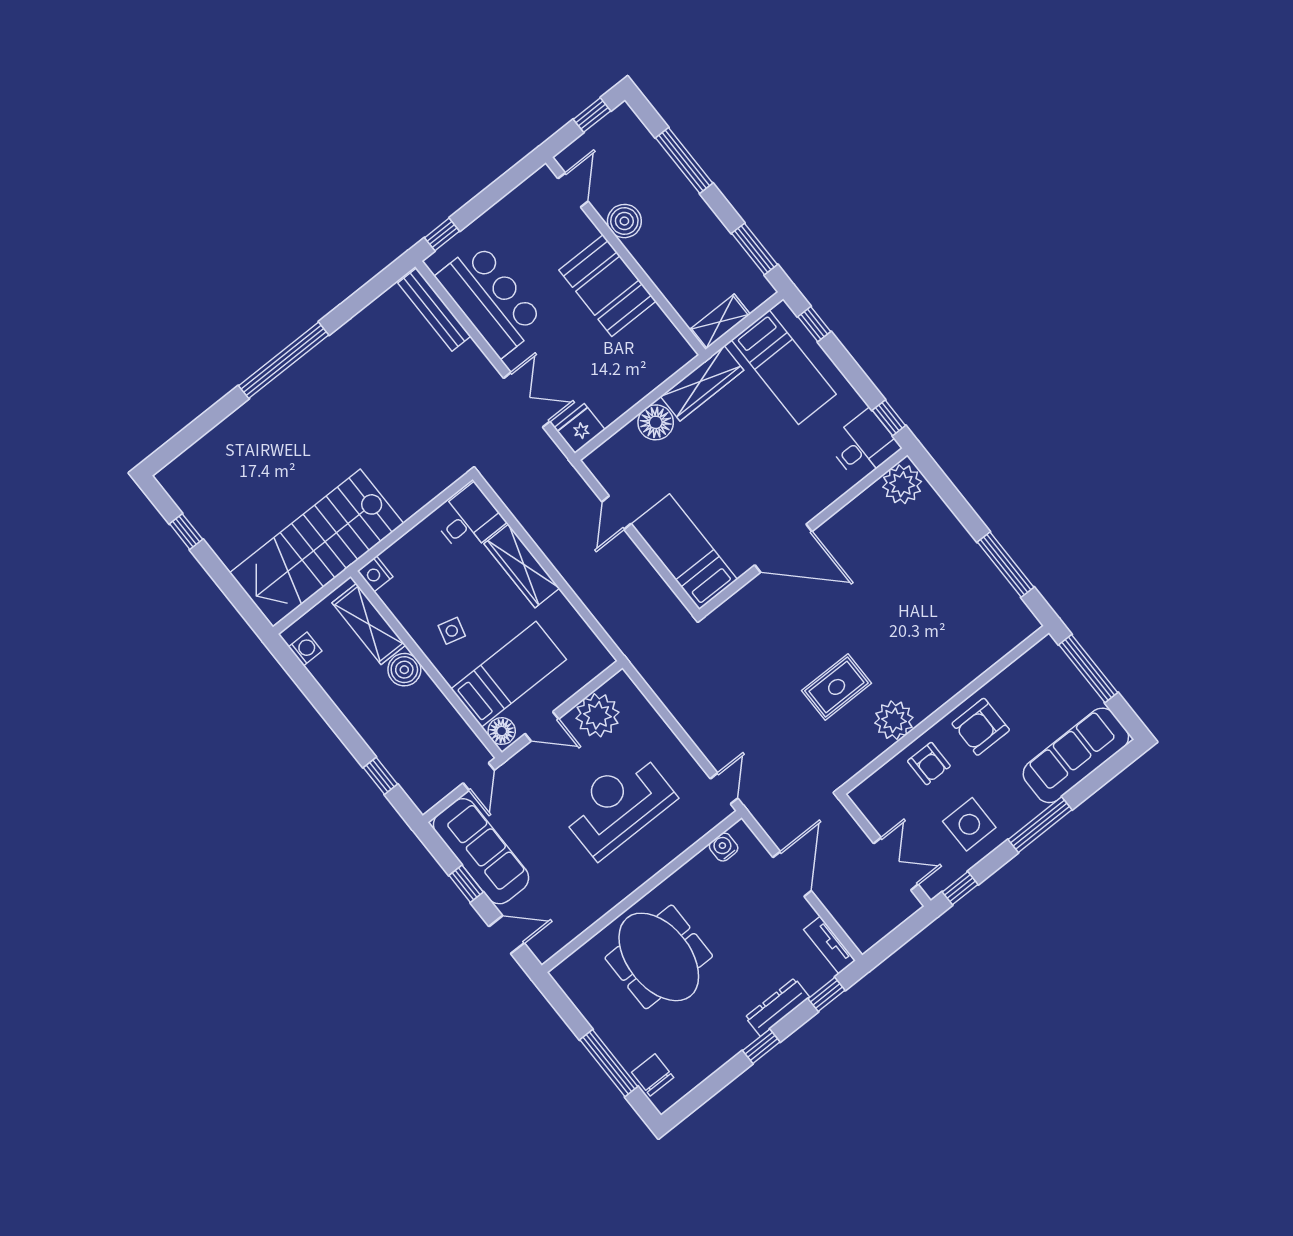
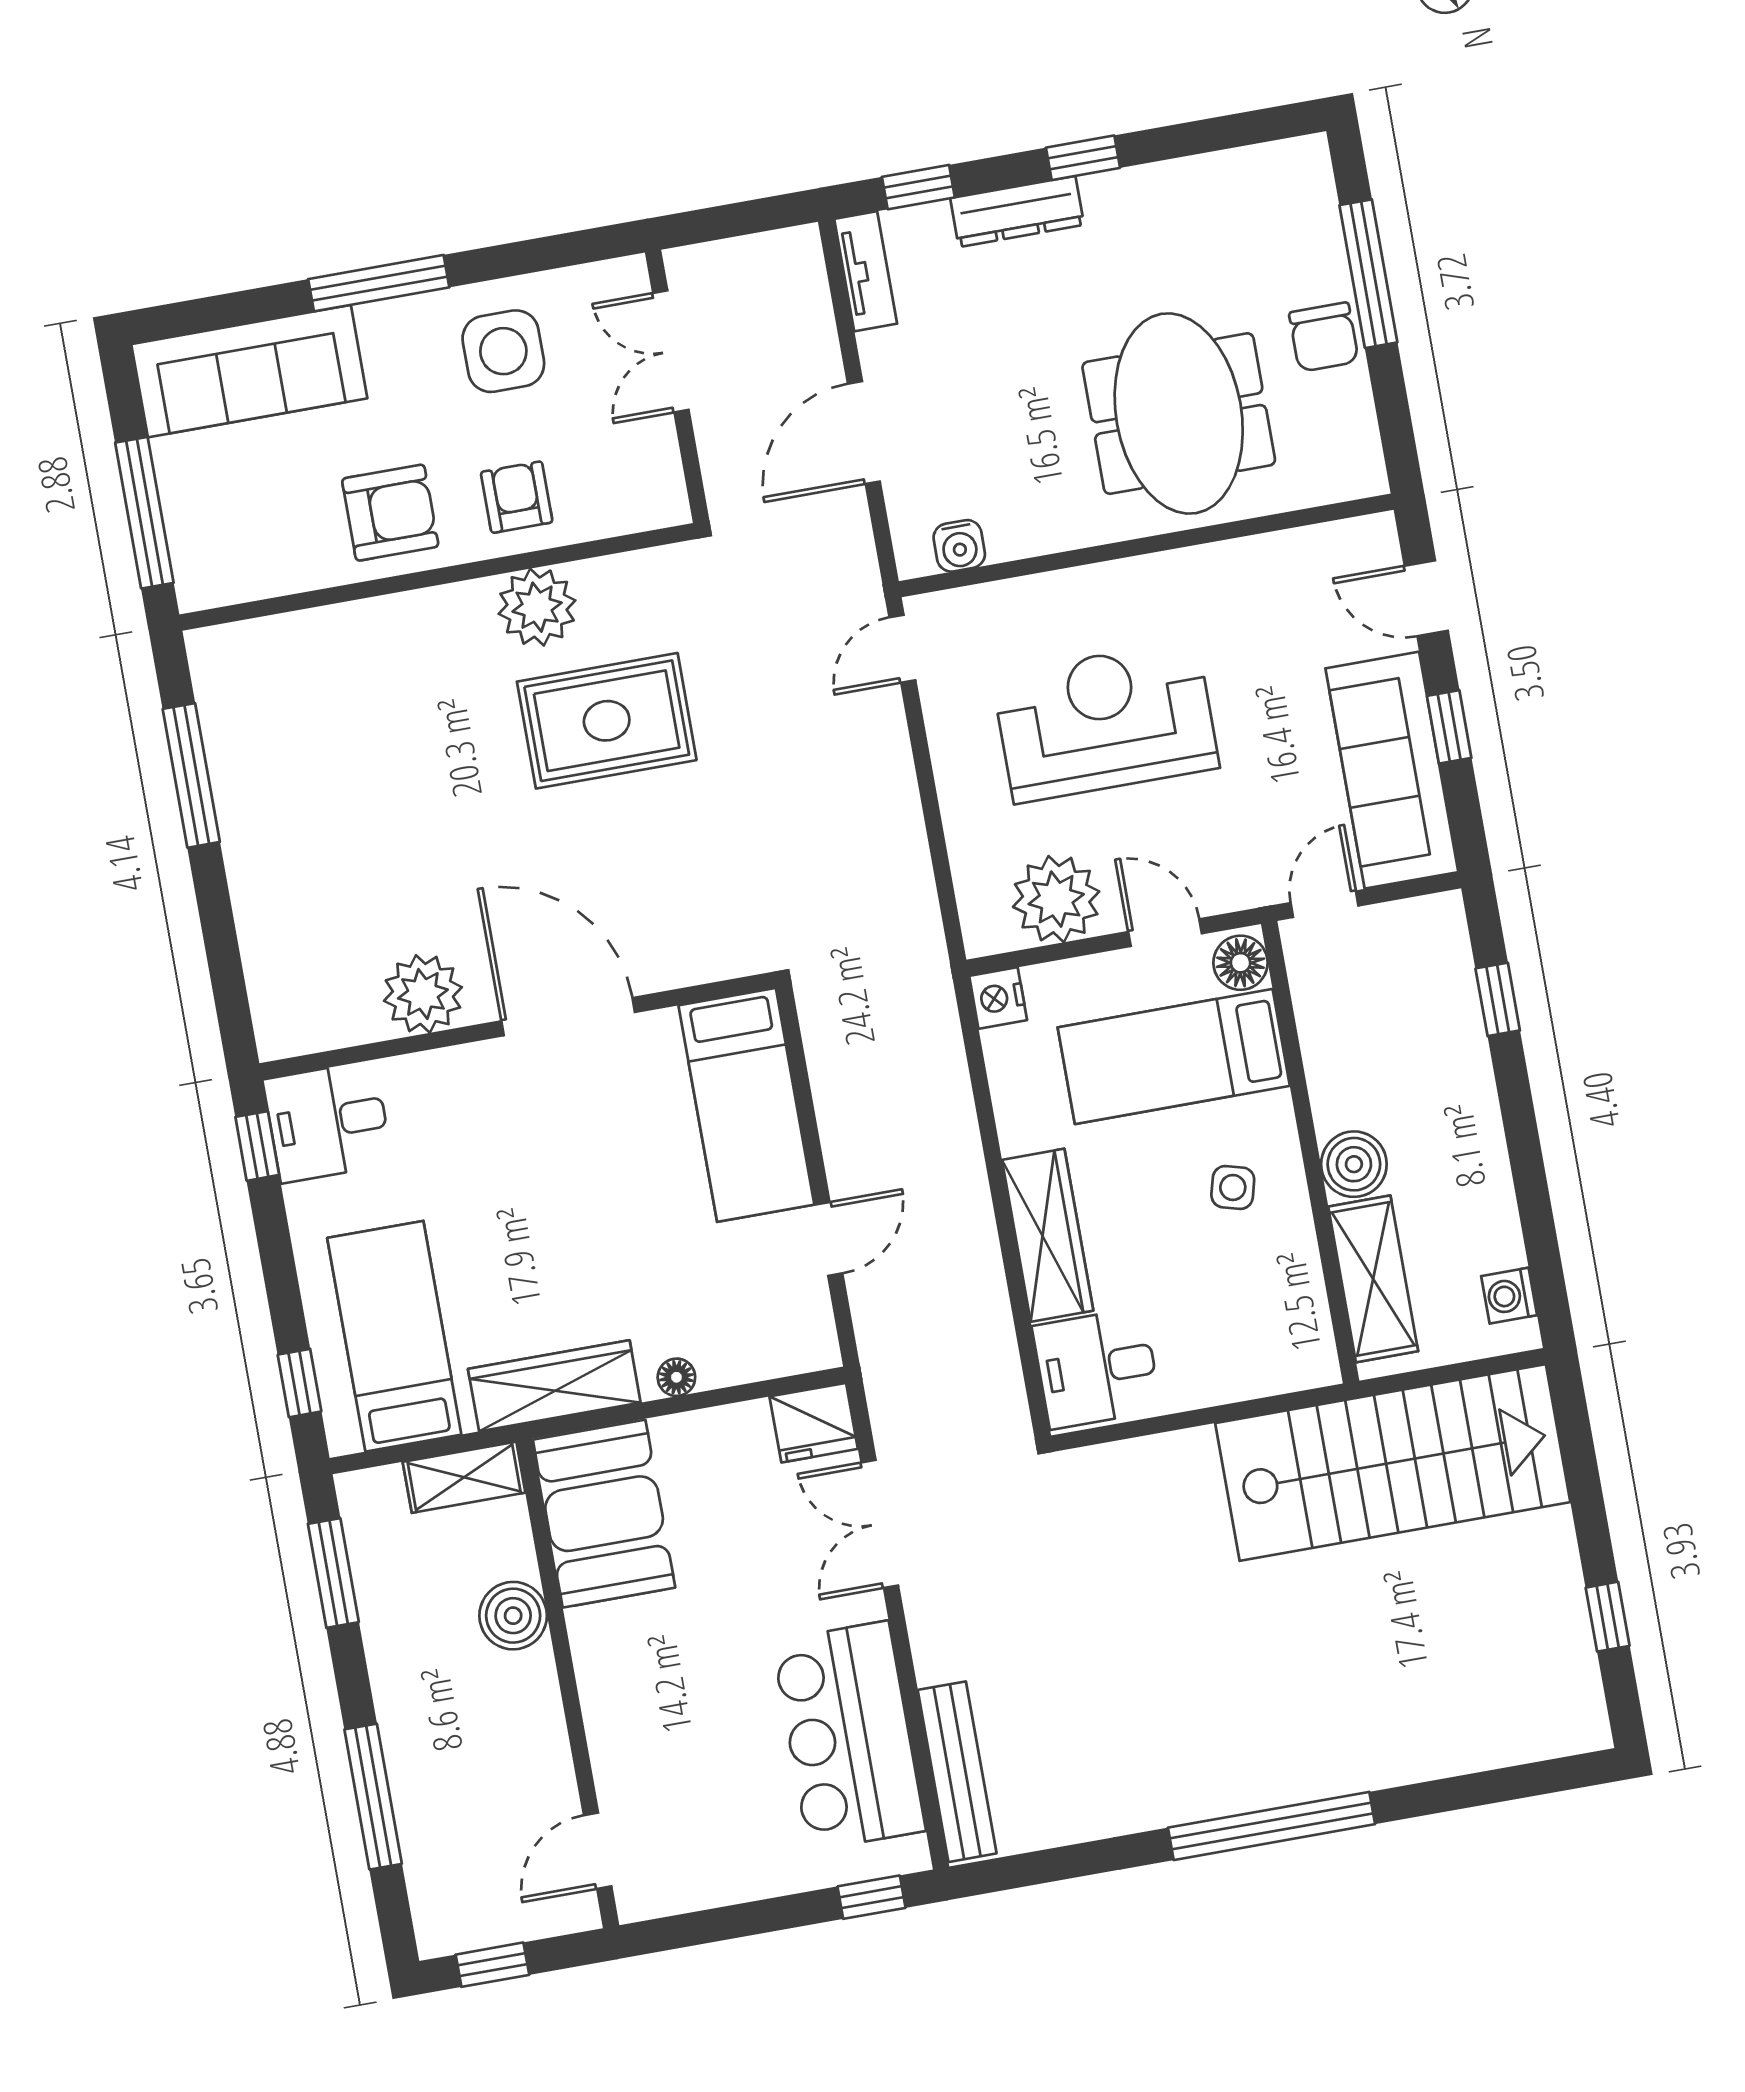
boiler: (624, 221) -> (513, 1616), moved
booth: (607, 286) -> (604, 1514), moved
floor lamp: (656, 422) -> (676, 1377), width x0.53, depth x0.53
plant: (902, 484) -> (423, 994), moved
nightstand: (375, 574) -> (998, 998), moved, turned 180
rug: (837, 687) -> (607, 721), width x1.36, depth x1.43
reception desk: (618, 805) -> (1105, 721), turned 180
window: (960, 888) -> (581, 247), removed
chair: (653, 1075) -> (1324, 337), moved

